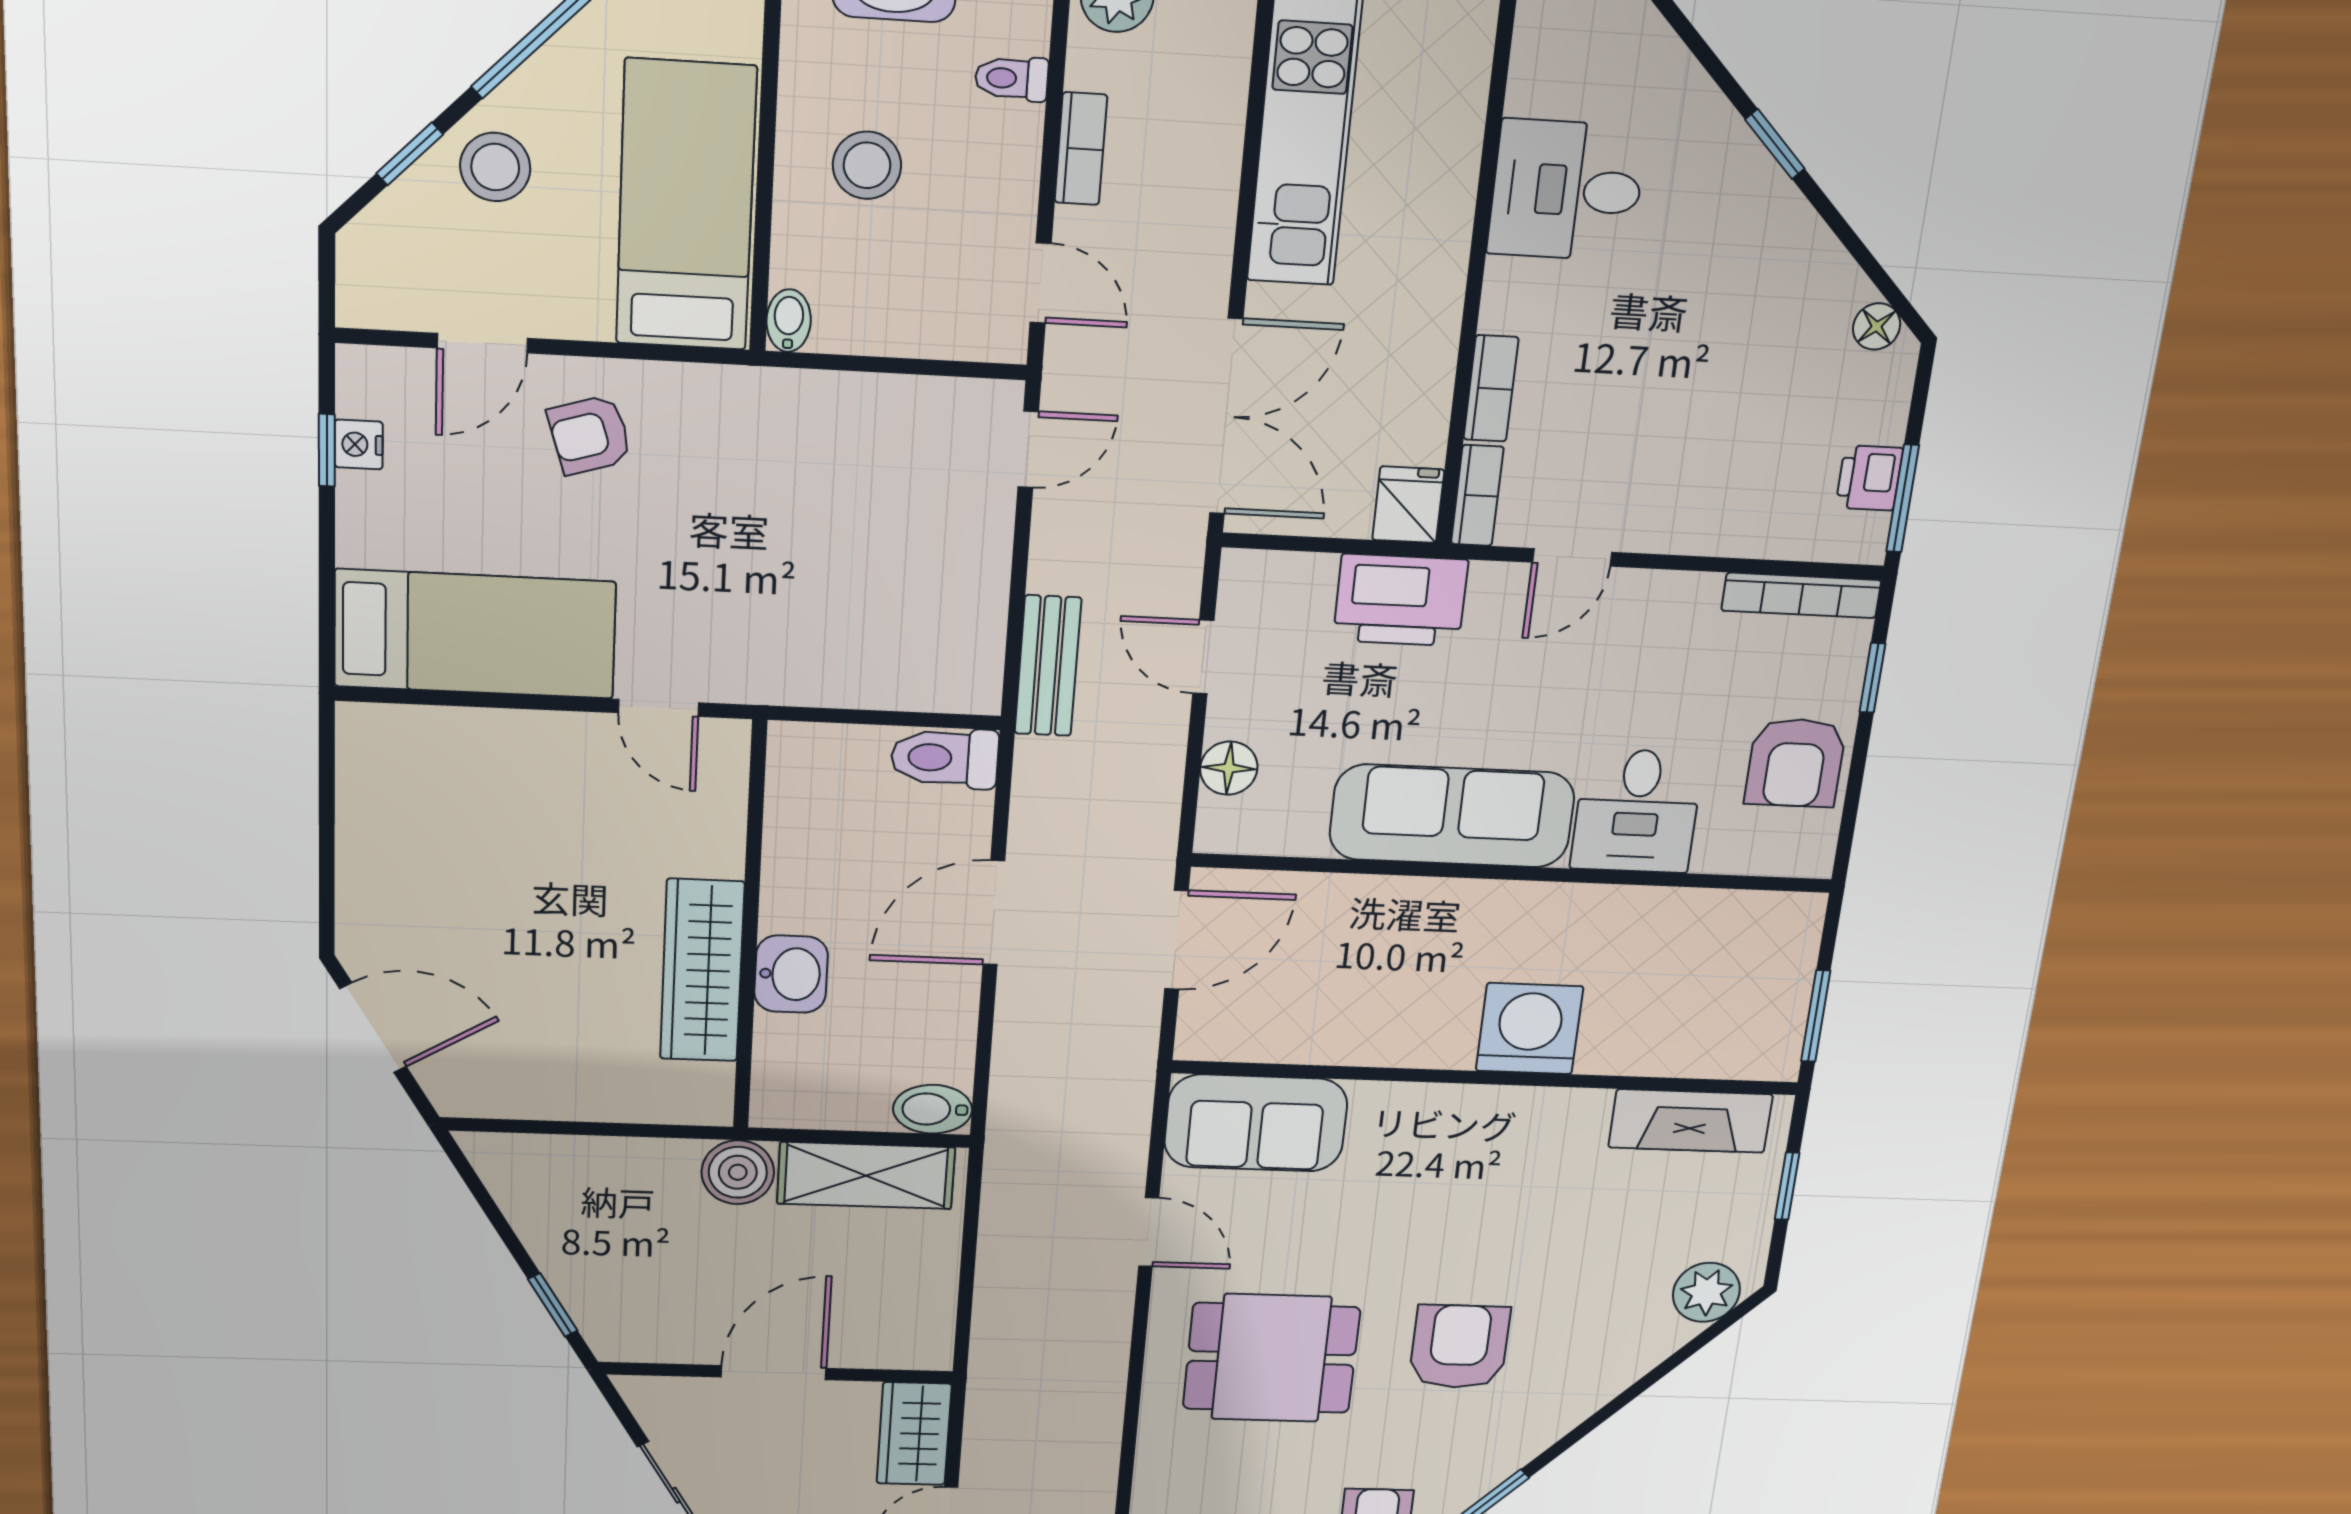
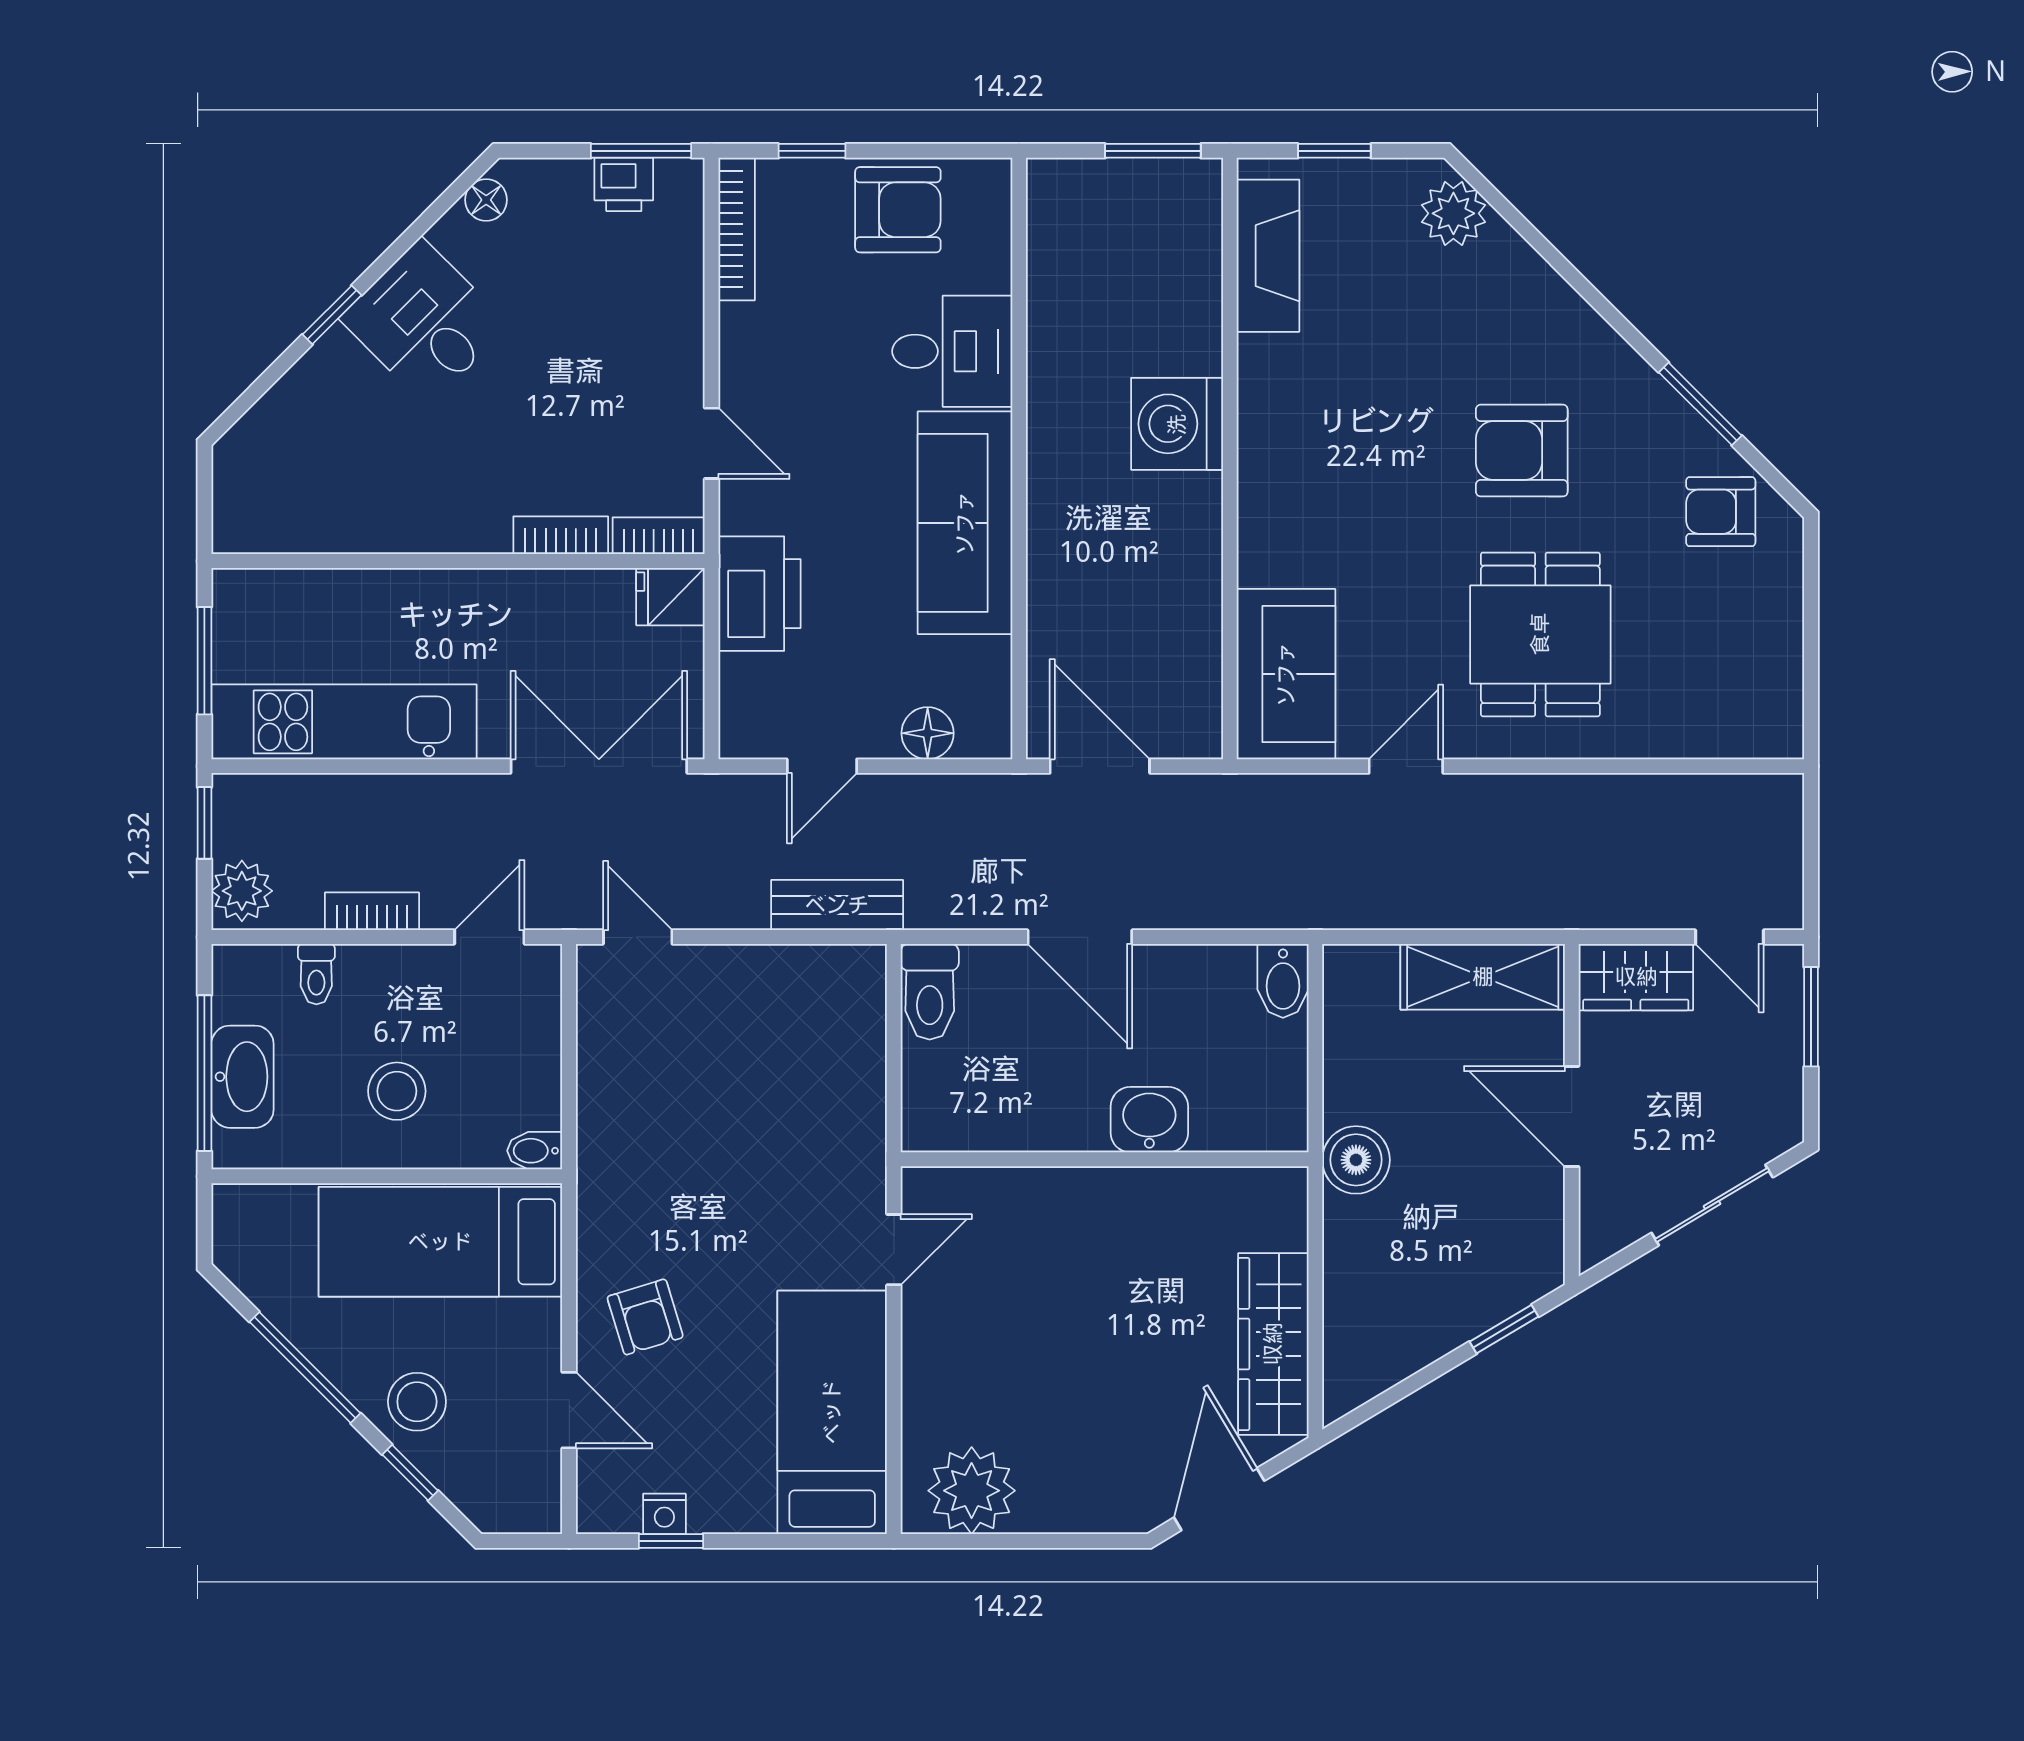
desk: (1567, 190) -> (424, 322), moved, turned 135
plant: (384, 777) -> (972, 1491), added
wardrobe: (702, 971) -> (1273, 1344), moved, turned 90
shelving: (866, 1176) -> (1483, 977), moved, turned 90

